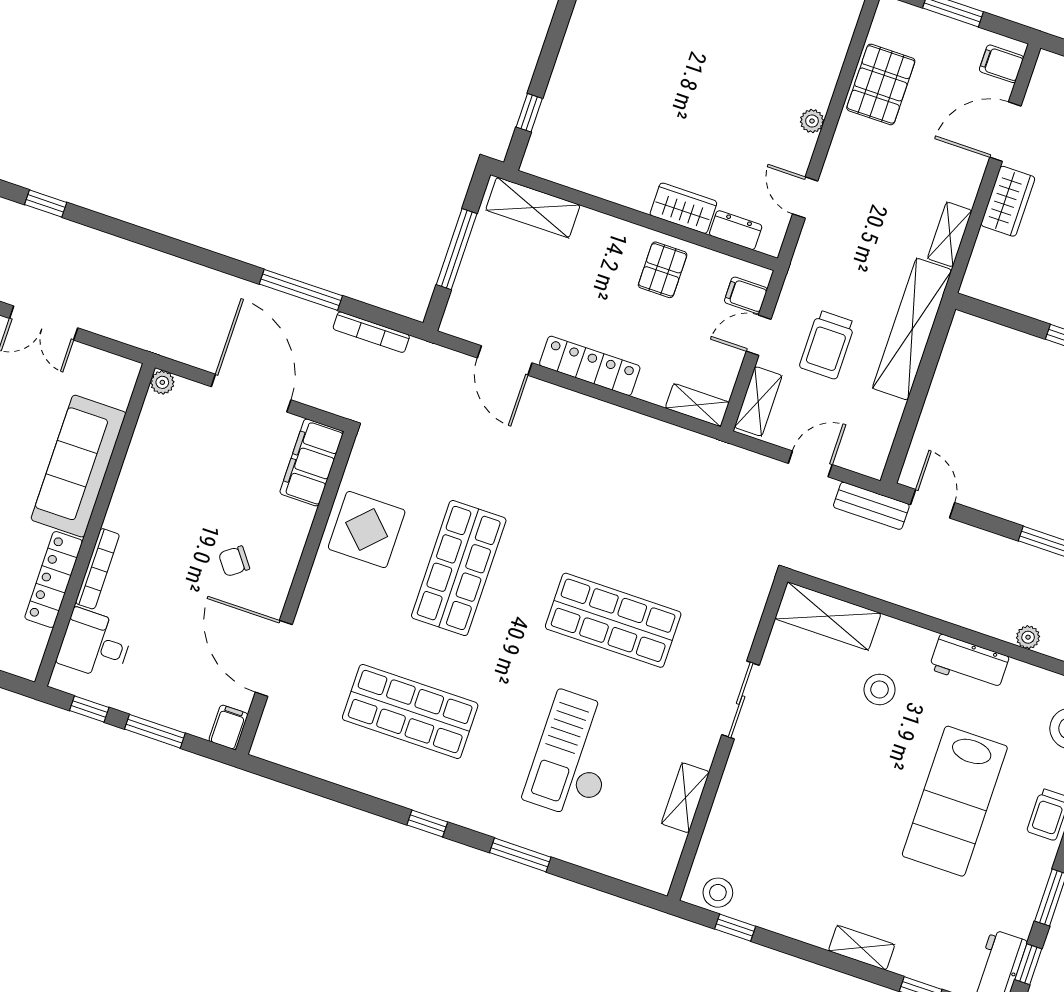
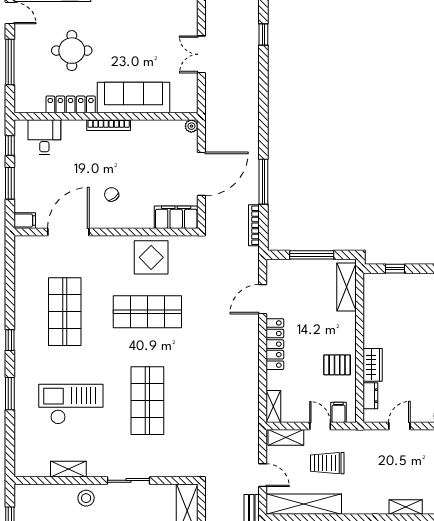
shelving: (912, 329) -> (304, 504), moved
bookcase: (97, 569) -> (109, 125), moved
stool: (718, 893) -> (86, 498), moved

